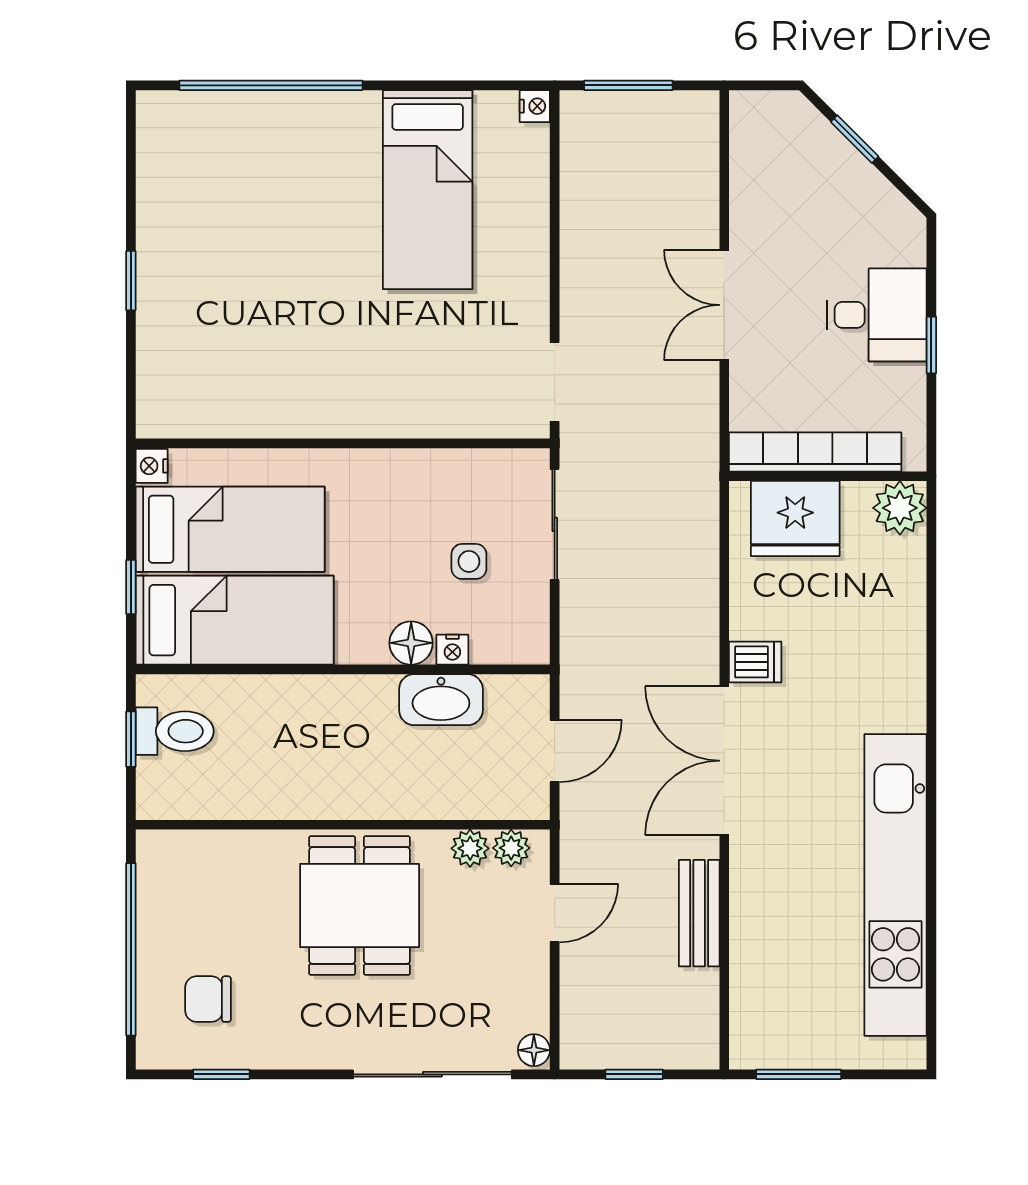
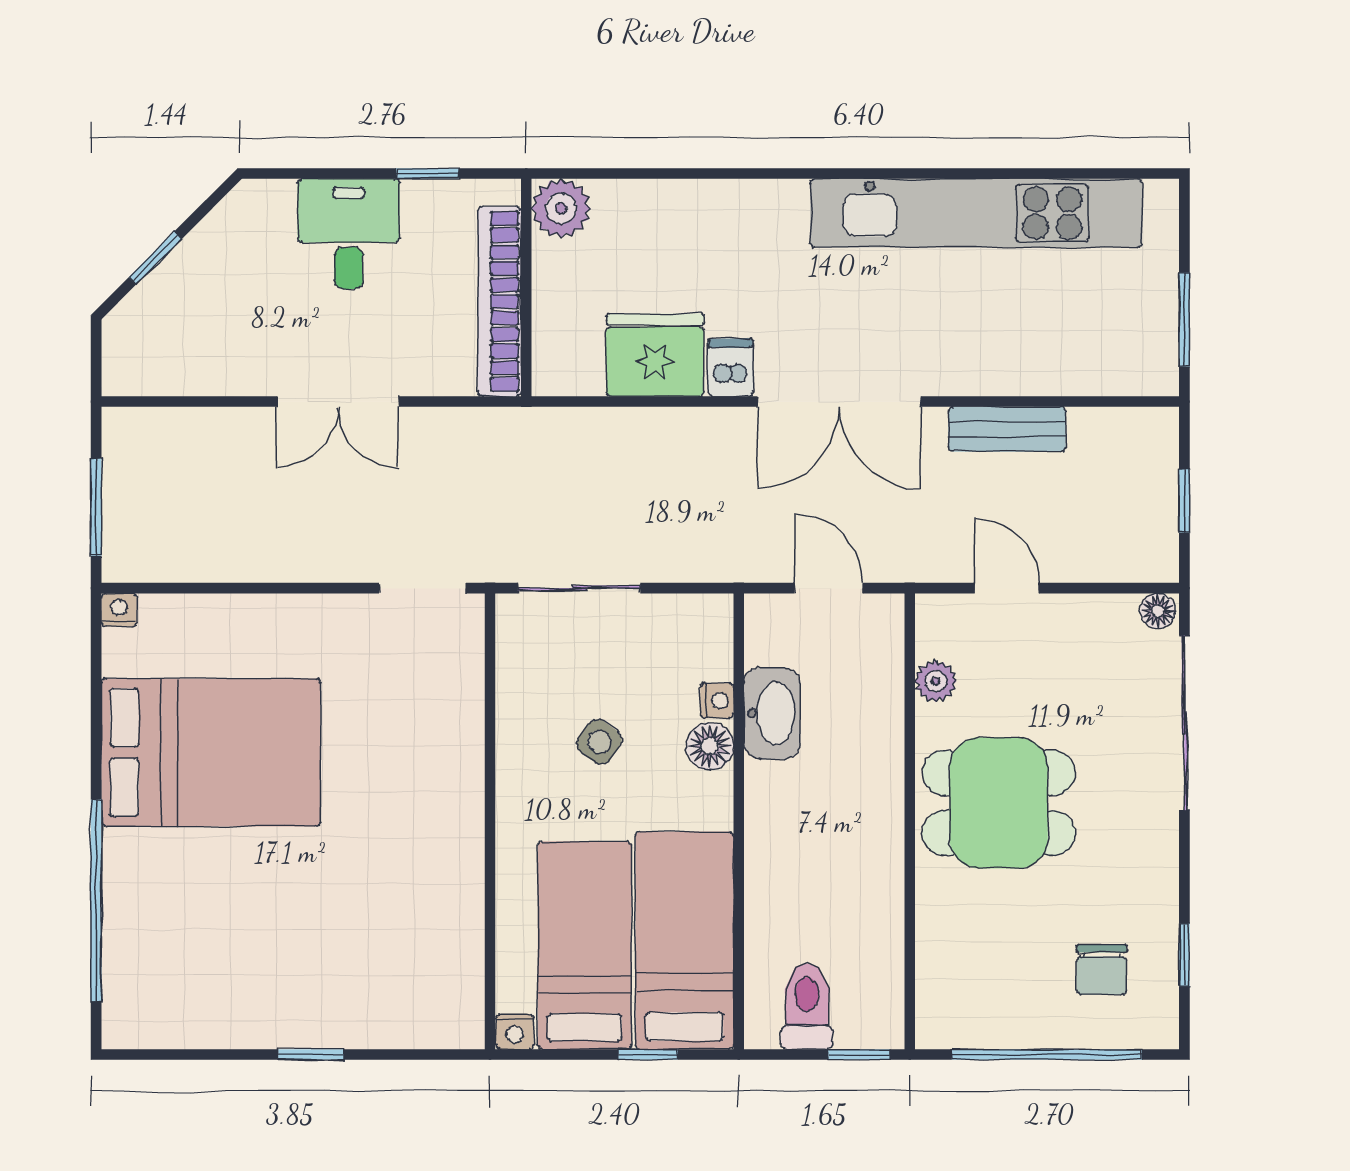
bed: (428, 190) -> (211, 753), width x1.50
window: (931, 345) -> (428, 174), moved
fridge: (795, 519) -> (655, 355), moved, turned -90
side table: (469, 561) -> (599, 742), moved, turned 36
window: (131, 739) -> (859, 1054), moved
plant: (511, 848) -> (935, 636), removed

